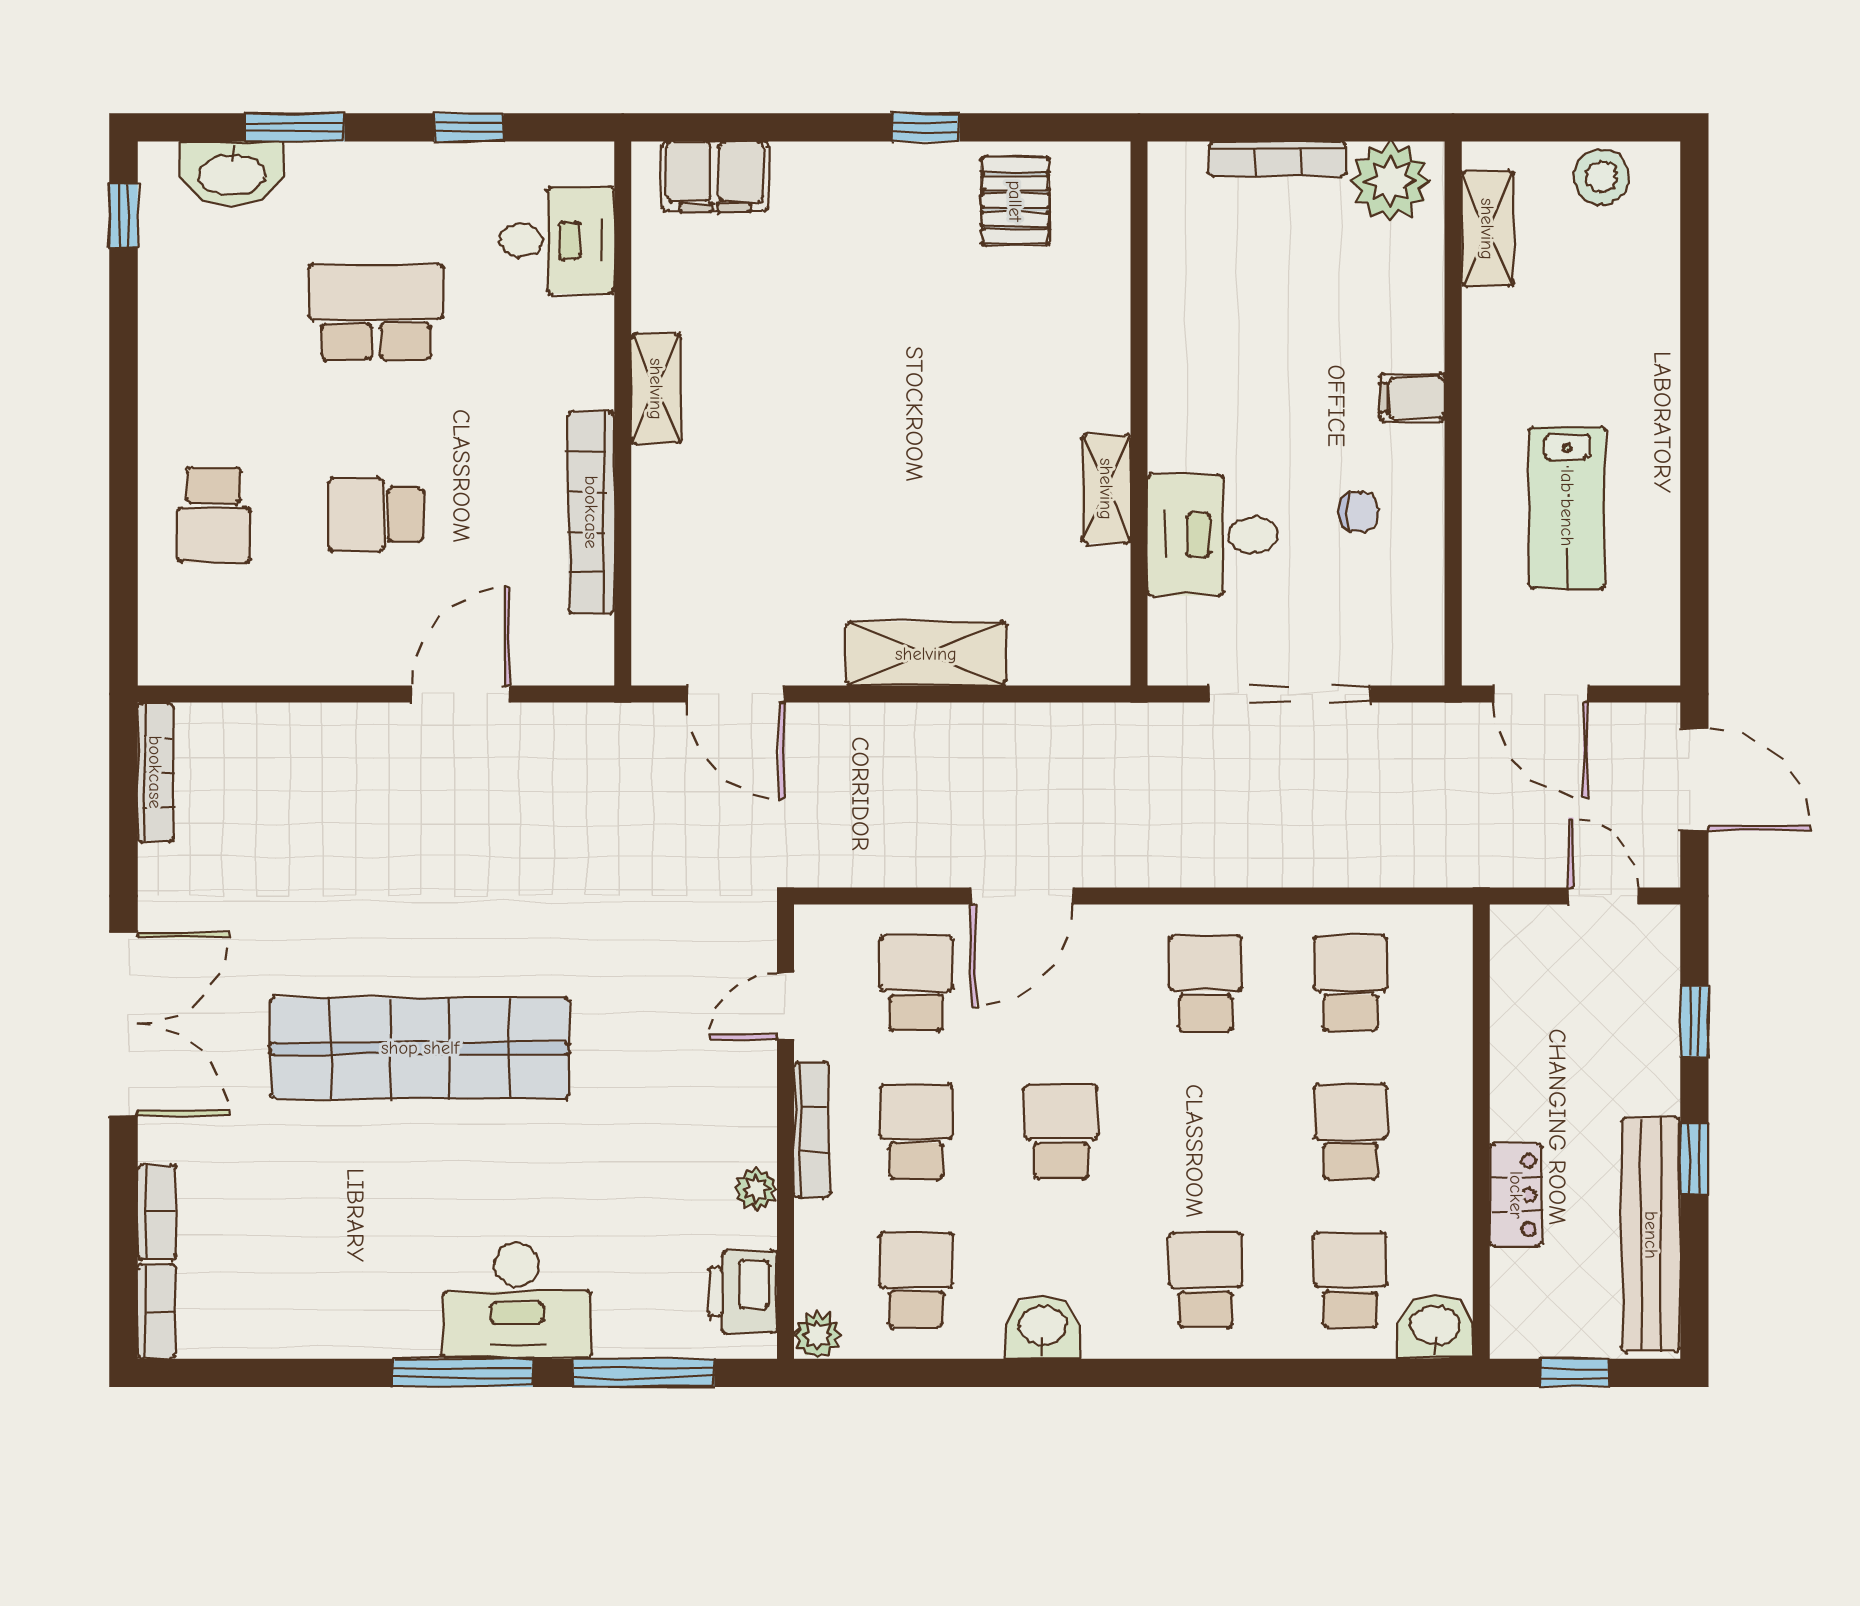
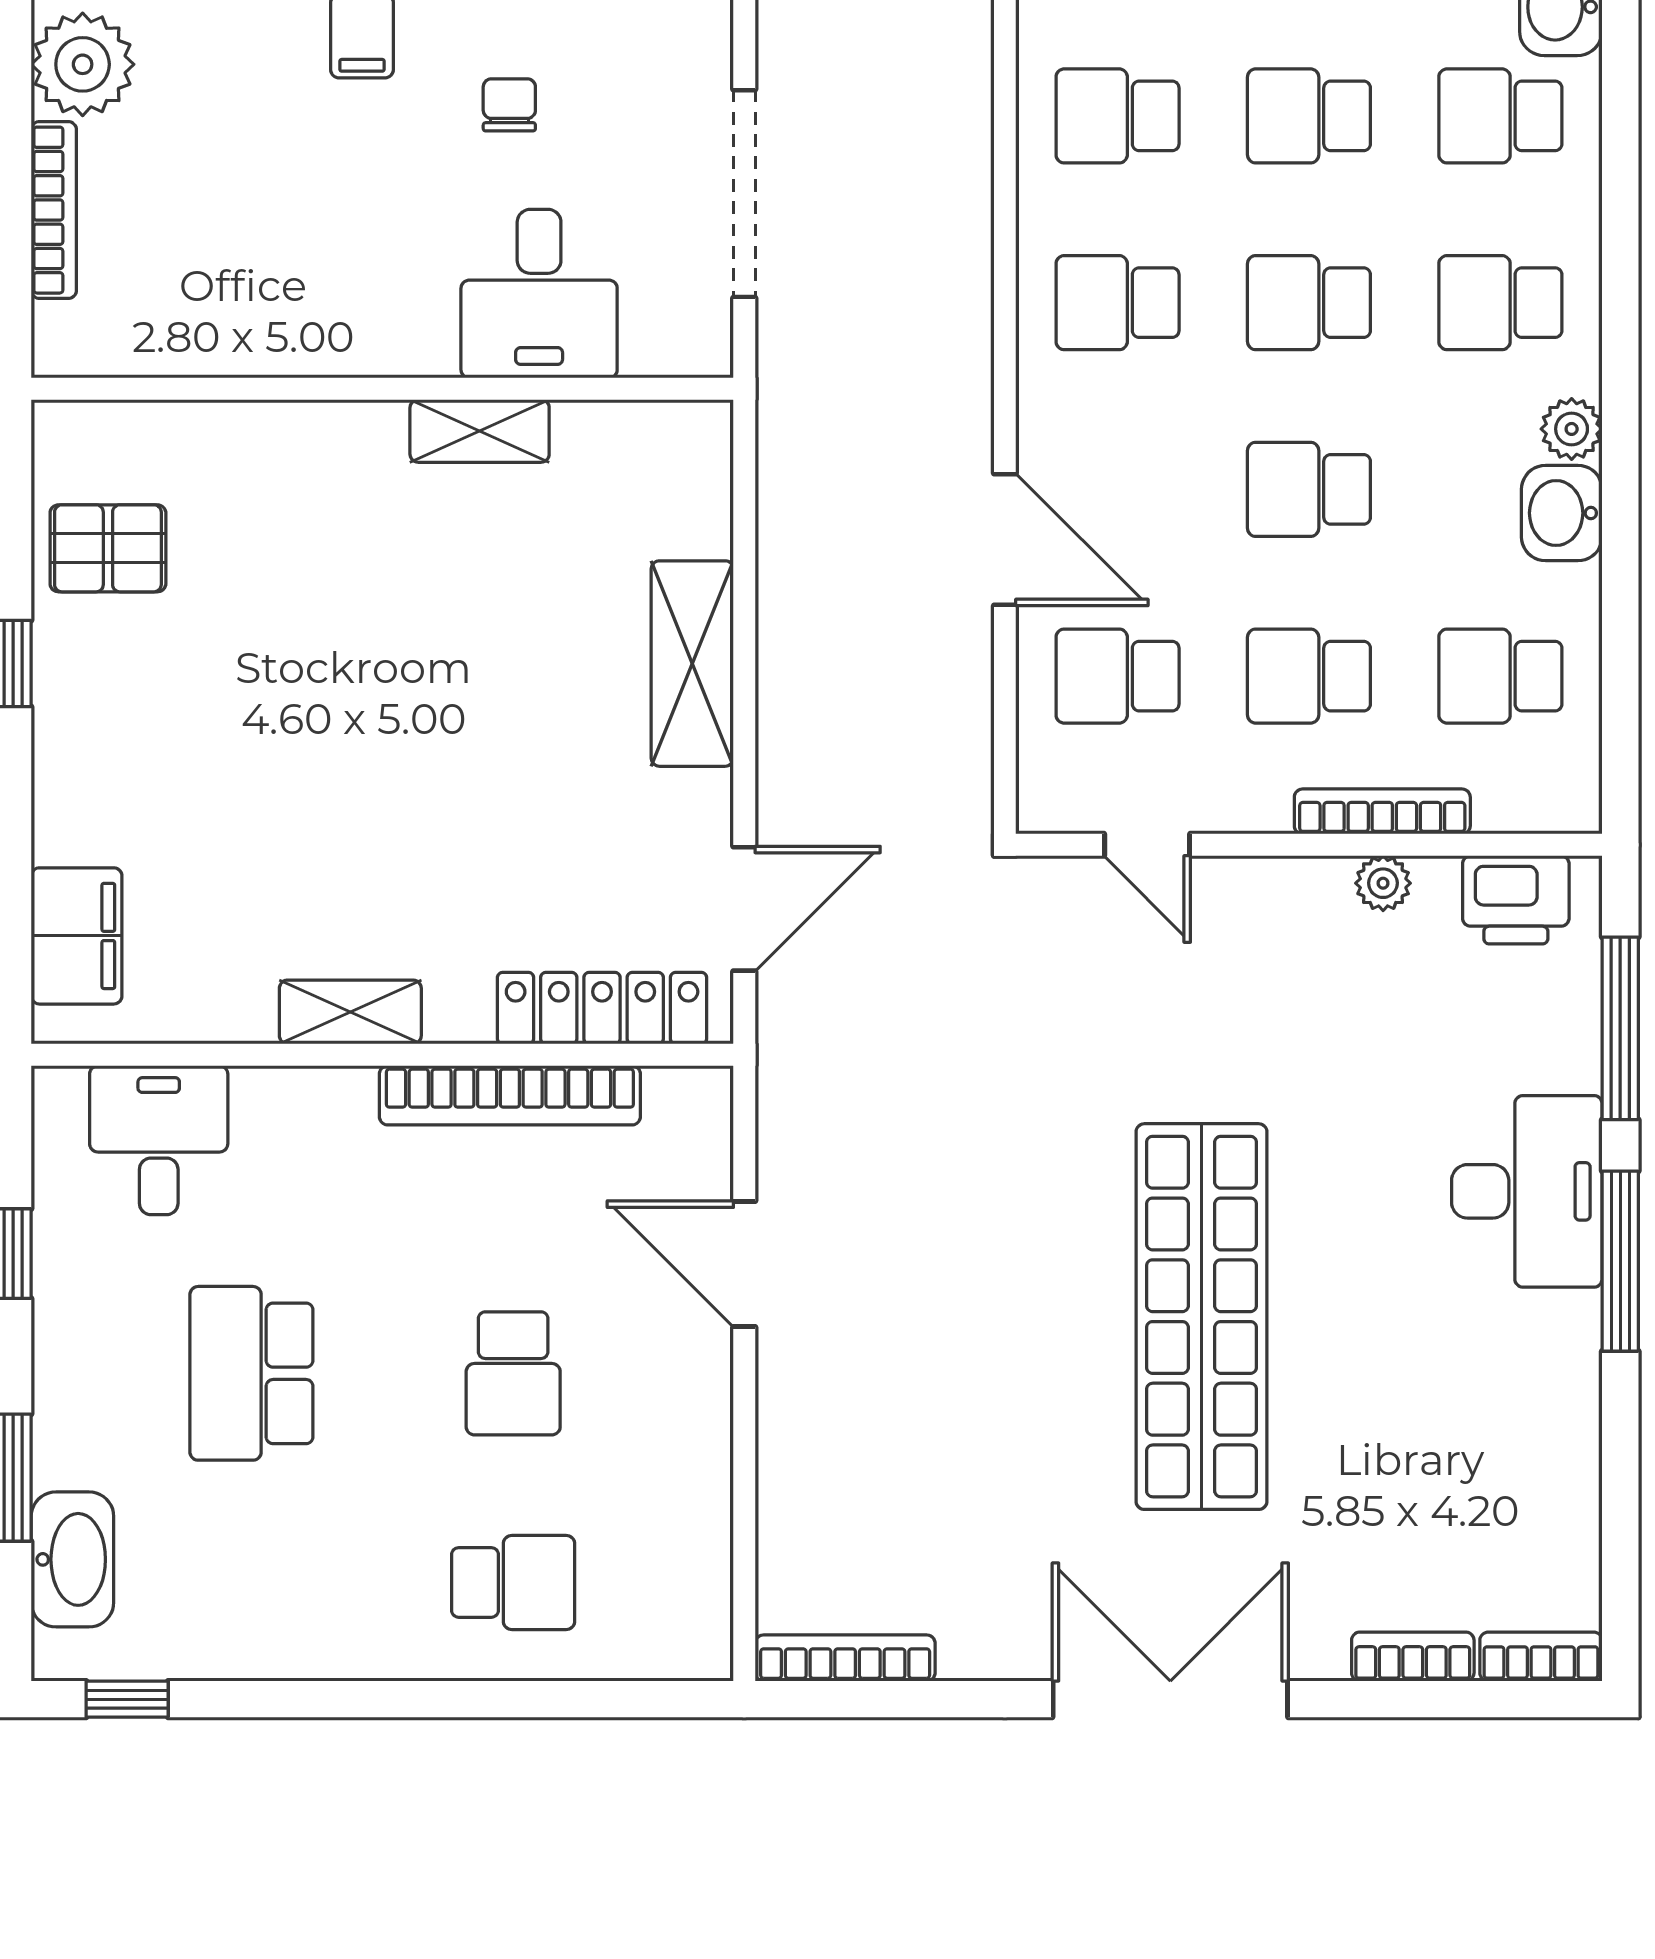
locker: (659, 584) -> (602, 1008), added
bookcase: (811, 1130) -> (1382, 811), moved
school desk: (1206, 1132) -> (1309, 303), added
plant: (818, 1335) -> (1572, 429), moved

